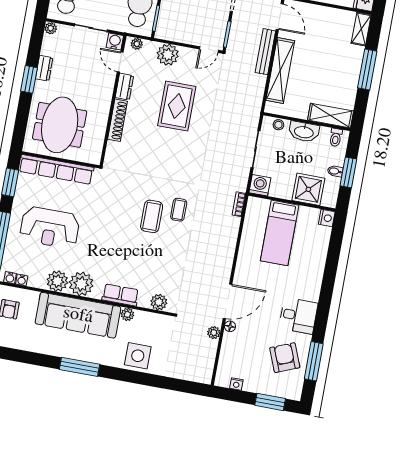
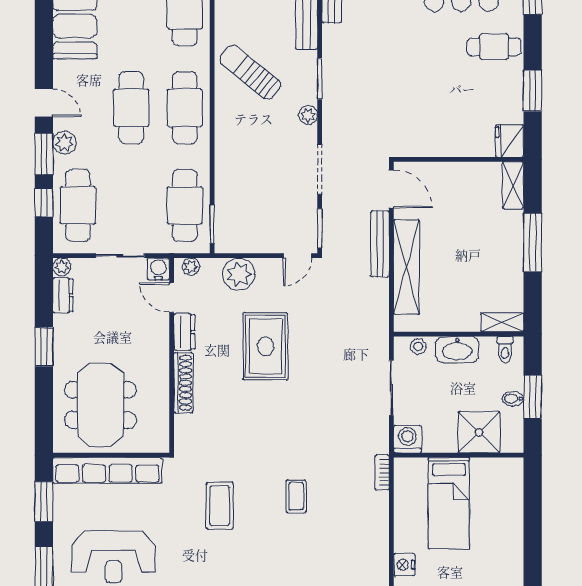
dresser: (44, 68) -> (63, 295), moved
shelving: (331, 116) -> (502, 322), width x0.67, depth x0.75
coffee table: (152, 216) -> (220, 506), moved
nightstand: (327, 218) -> (404, 565), moved, turned 180

